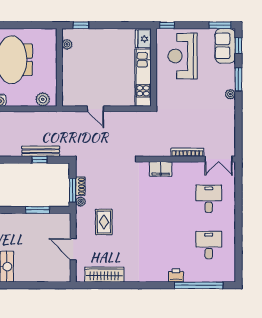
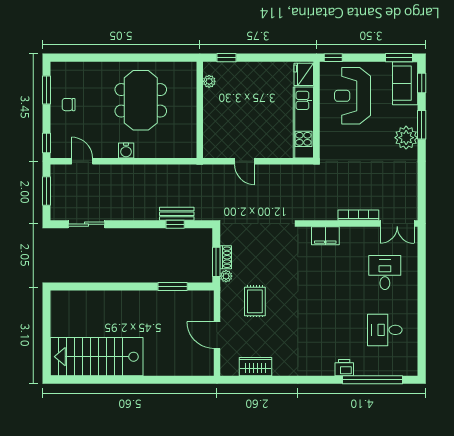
plant: (230, 94) -> (406, 138), width x1.87, depth x1.87
plant: (43, 99) -> (179, 149), removed
bench: (41, 151) -> (177, 214), width x0.73
desk: (209, 245) -> (385, 330), turned -90
wardrobe: (104, 275) -> (255, 367), width x0.67

